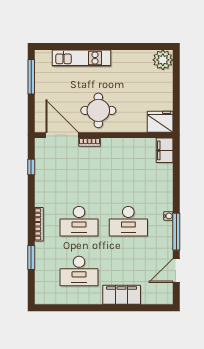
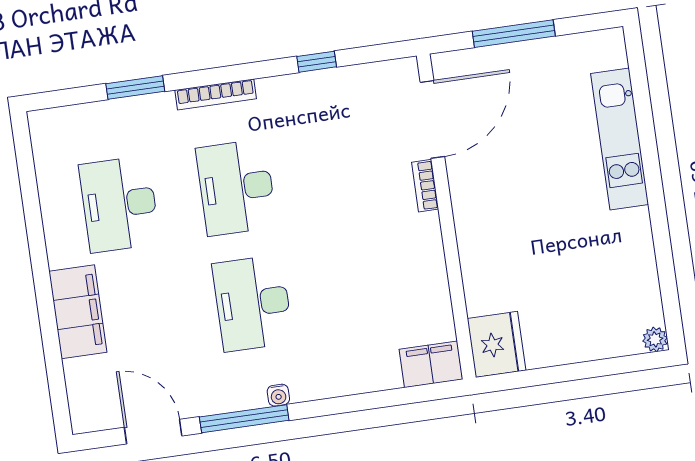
plant: (163, 60) -> (655, 339), width x0.53, depth x0.53
window: (31, 77) -> (514, 34), moved
round table: (98, 110) -> (502, 196), removed
window: (31, 167) -> (317, 62), moved

